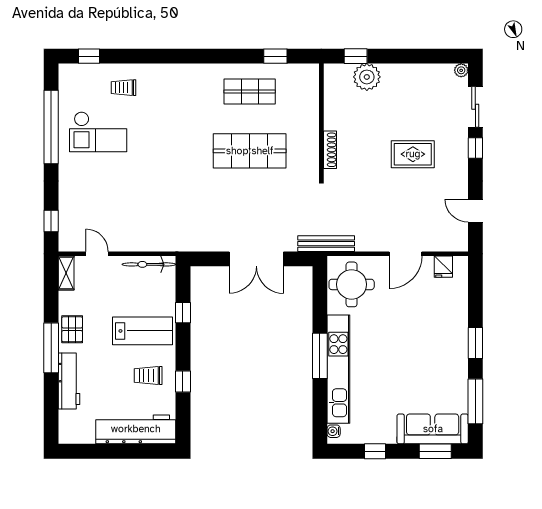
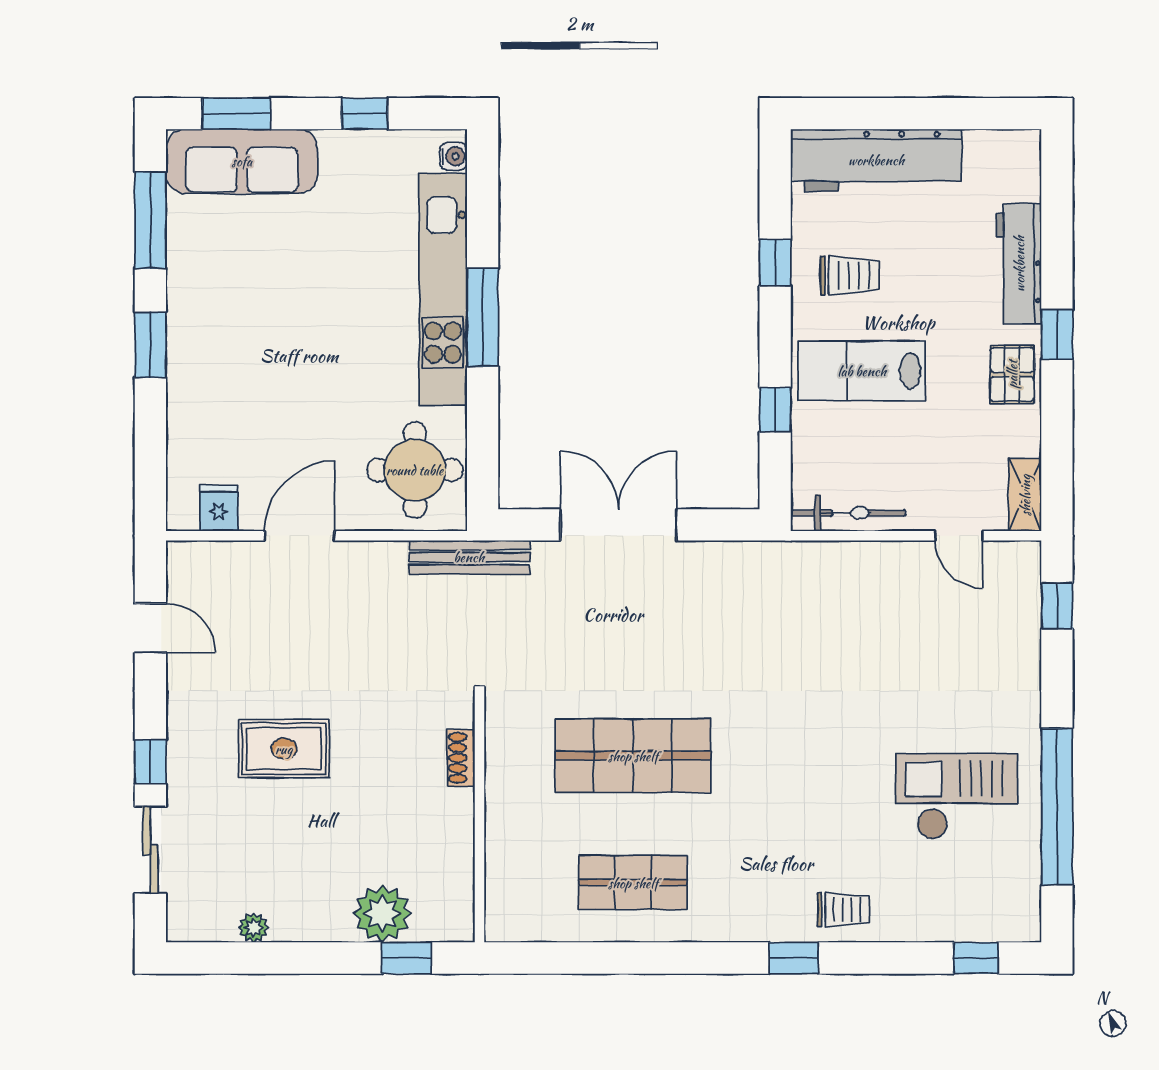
window: (275, 56) -> (794, 958), moved
plant: (461, 70) -> (254, 928), moved
trolley: (123, 88) -> (844, 910), moved
shoe rack: (330, 150) -> (461, 758), width x0.70
window: (51, 348) -> (1057, 335), width x0.46

